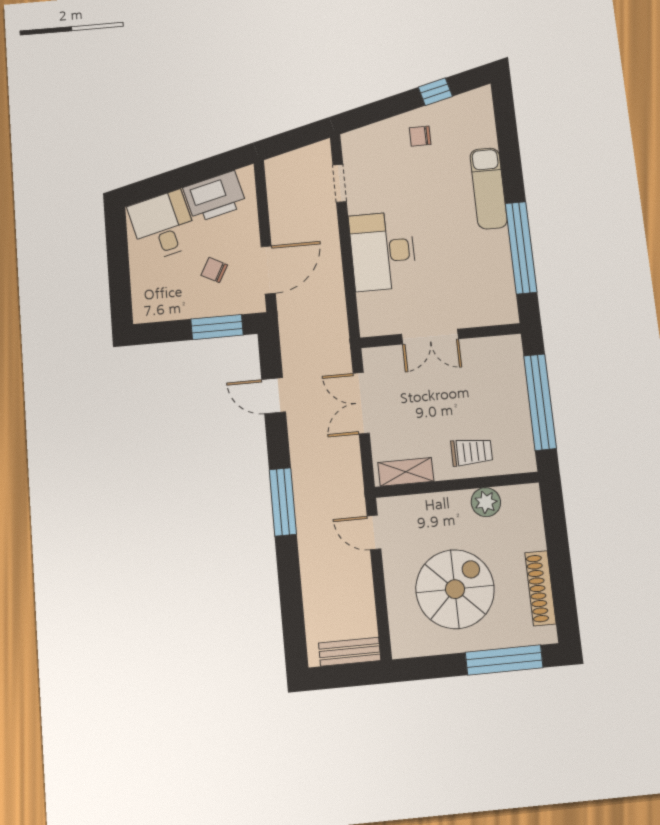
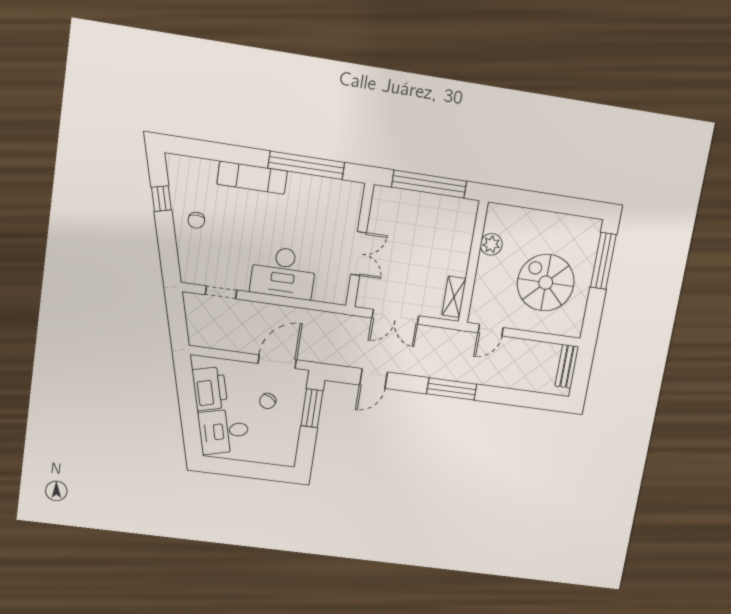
door: (268, 270) -> (277, 362), hinge flipped
trolley: (472, 452) -> (452, 245), removed
shoe rack: (540, 588) -> (562, 221), removed

